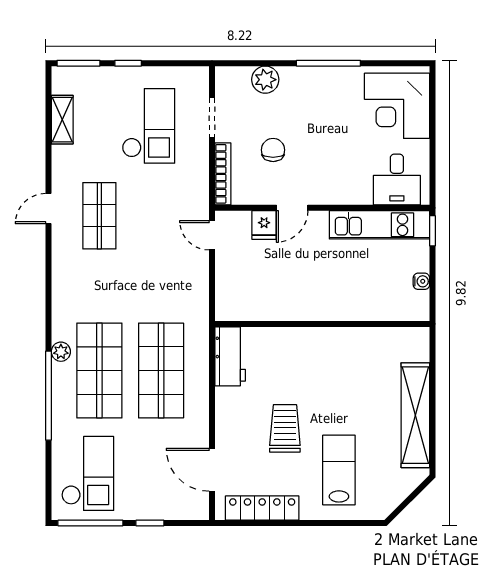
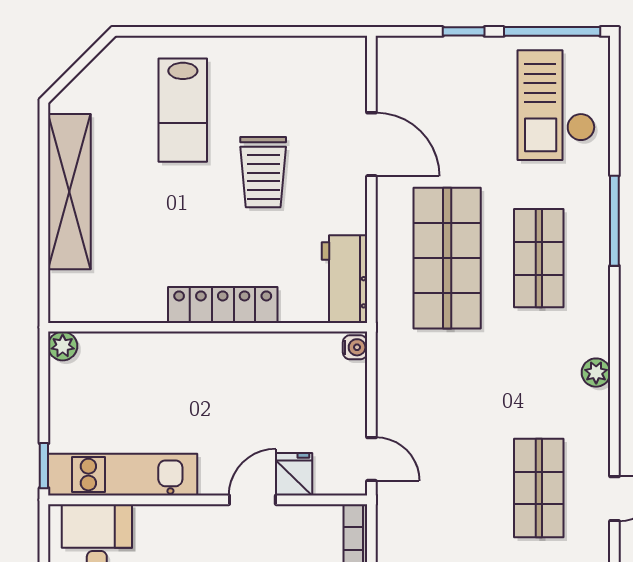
water cooler: (421, 281) -> (355, 347), moved, turned 180
plant: (420, 311) -> (63, 346), added
plant: (61, 352) -> (596, 373), moved
shop shelf: (99, 370) -> (539, 258), width x0.70, depth x0.74
window: (48, 396) -> (614, 221), width x0.68
door: (212, 470) -> (371, 144), moved
locker: (262, 508) -> (223, 305), moved, turned 180

